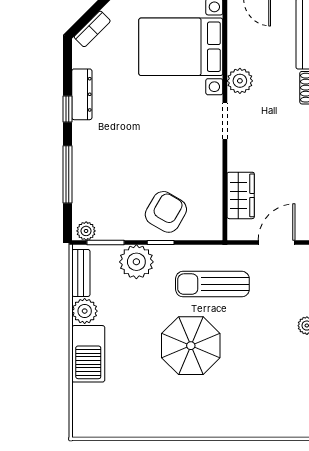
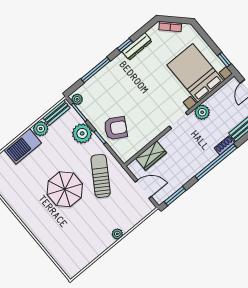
sun lounger: (212, 284) -> (101, 176), turned 33

